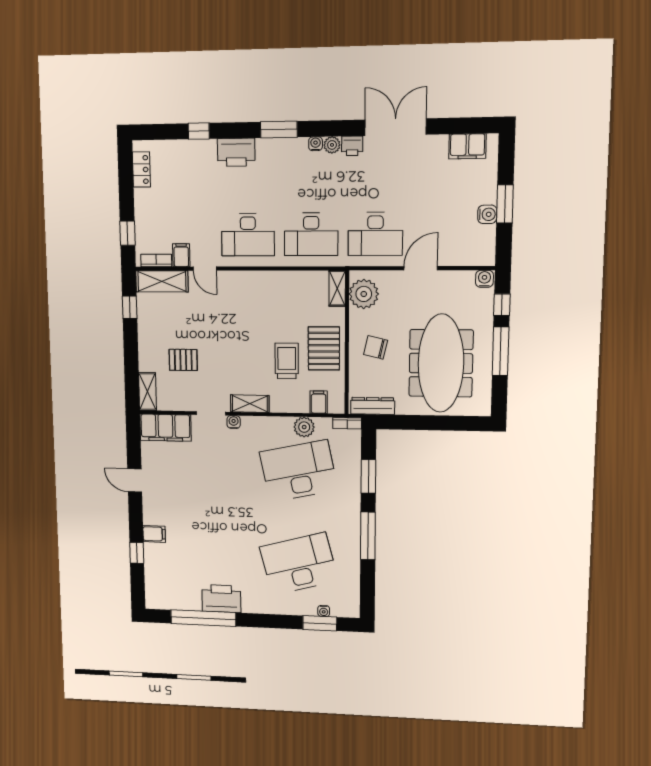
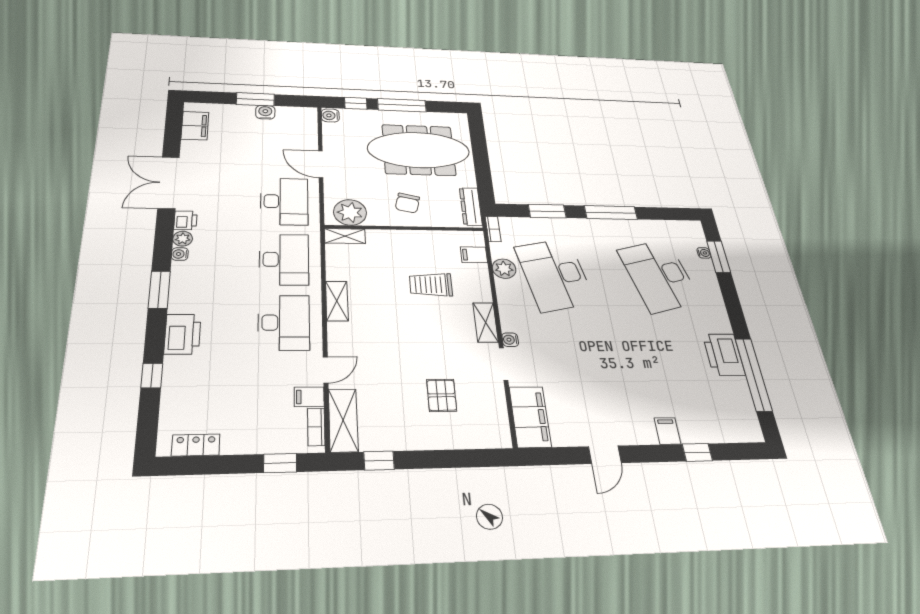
pallet: (324, 348) -> (413, 249), removed
shelving: (148, 391) -> (337, 301), moved, turned 90

